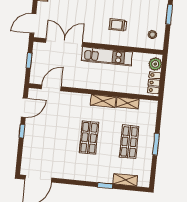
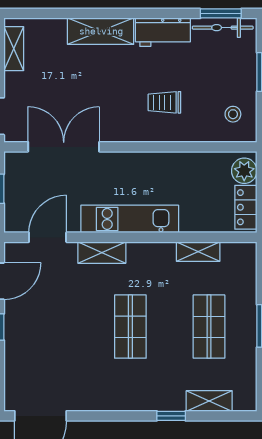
kitchen unit: (107, 56) -> (130, 219), moved, turned 180
shelving: (103, 101) -> (102, 253), moved

